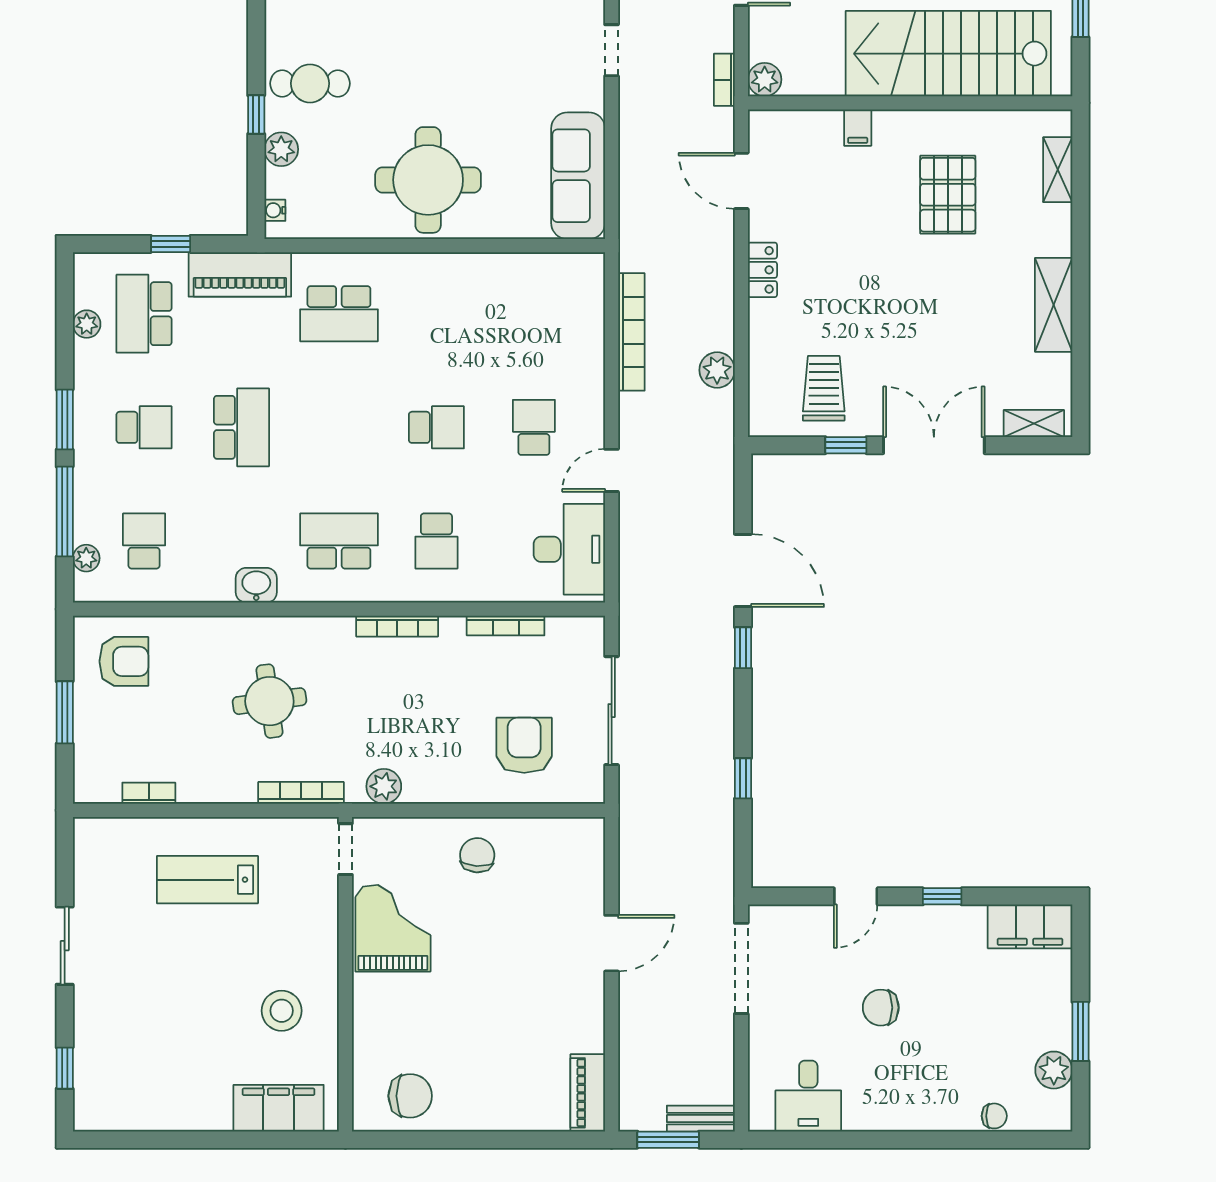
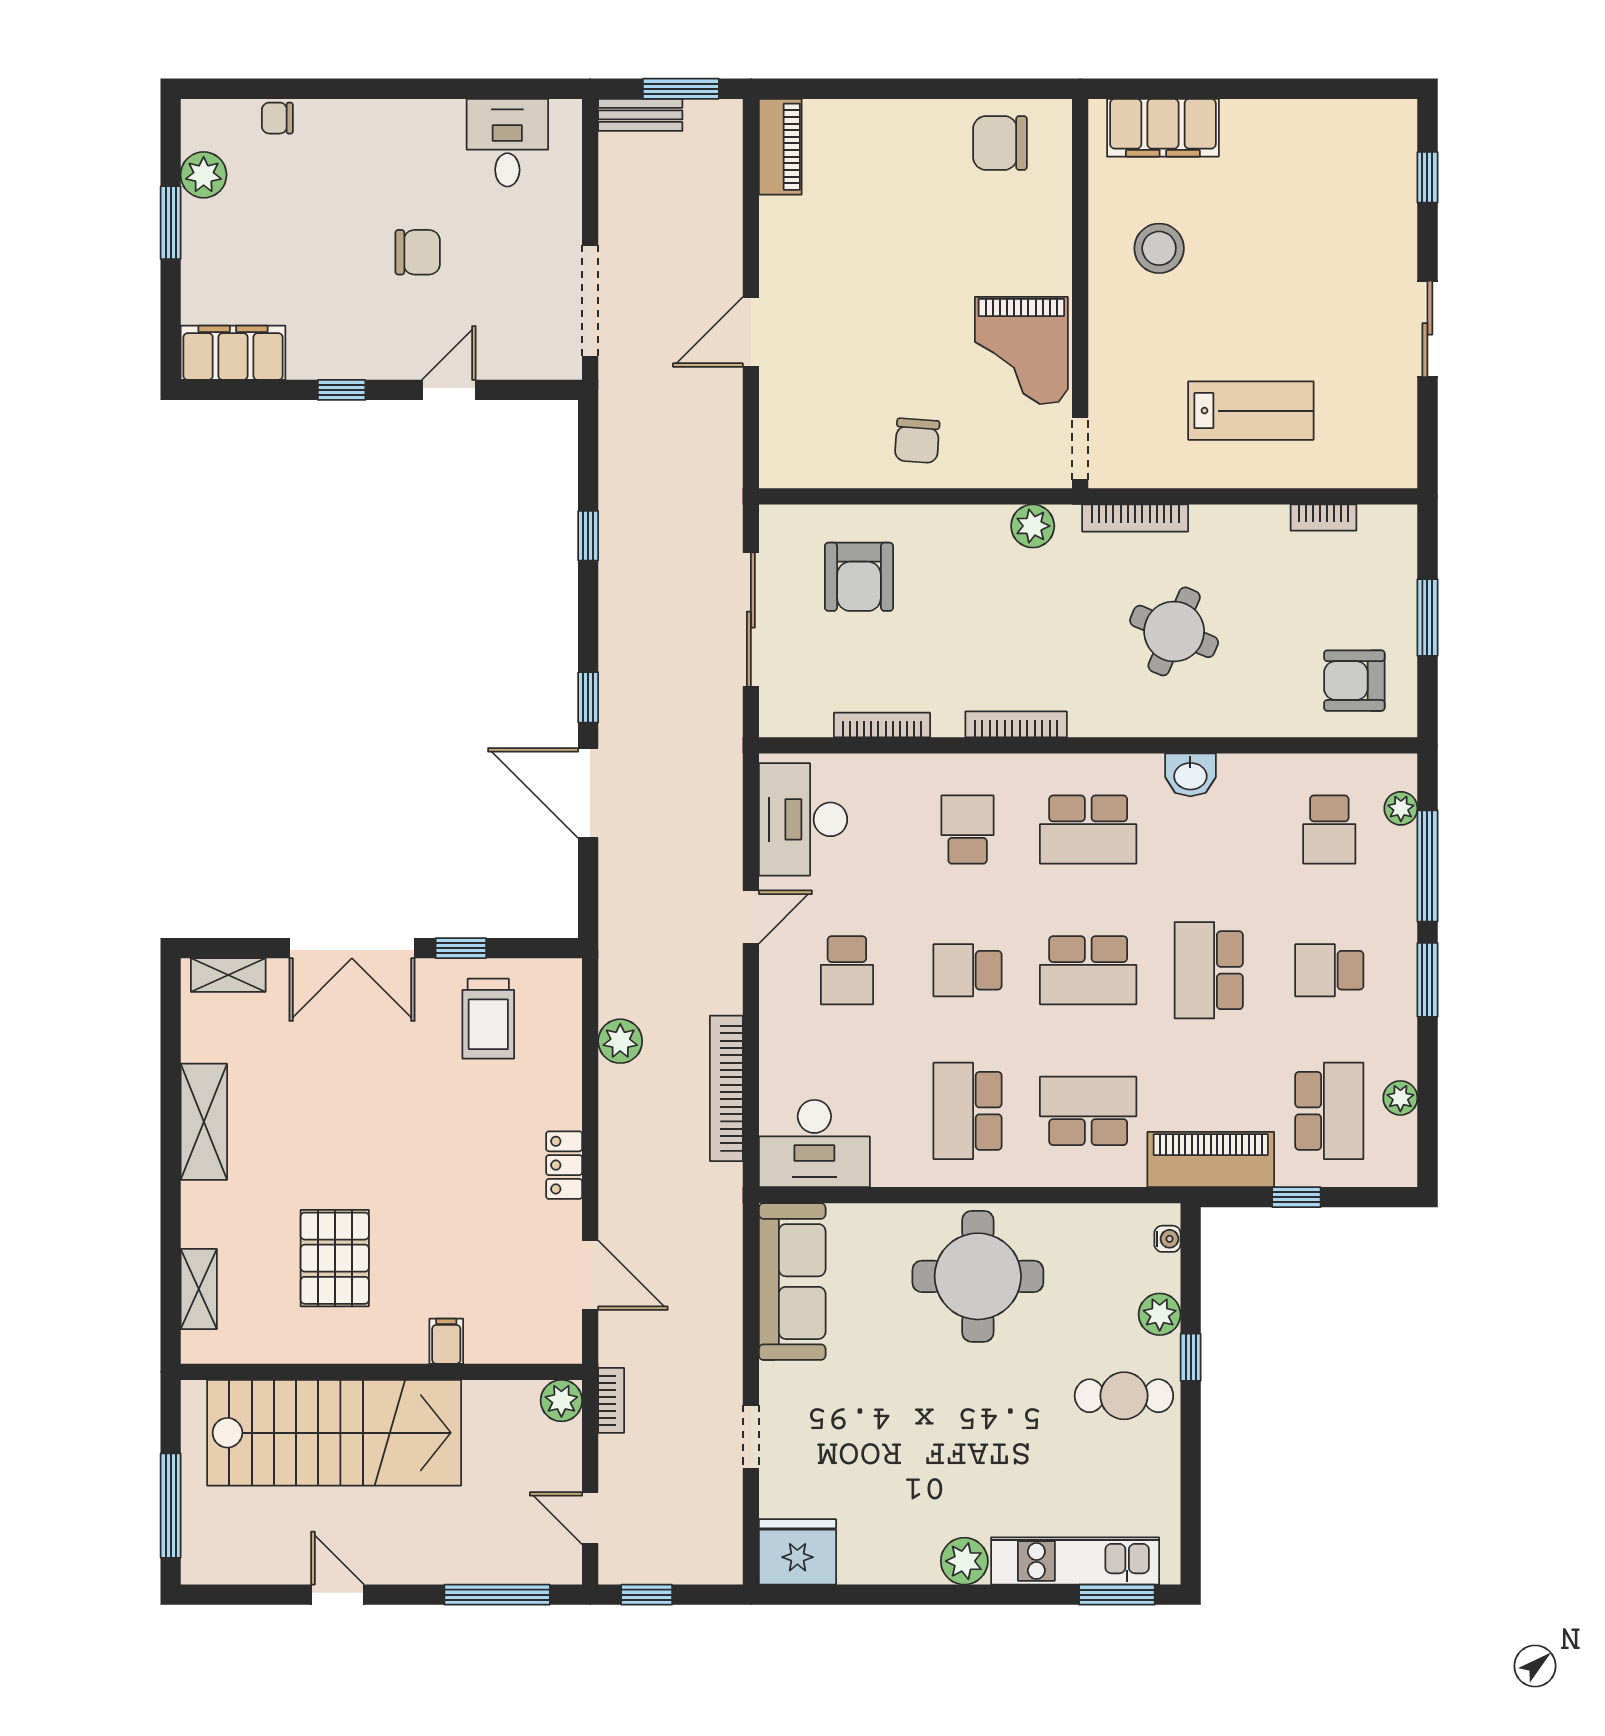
desk: (560, 287) -> (814, 1143), added
school desk: (436, 314) -> (968, 1111), added
school desk: (339, 427) -> (1088, 970), added
round table: (269, 701) -> (1174, 631), turned 31

